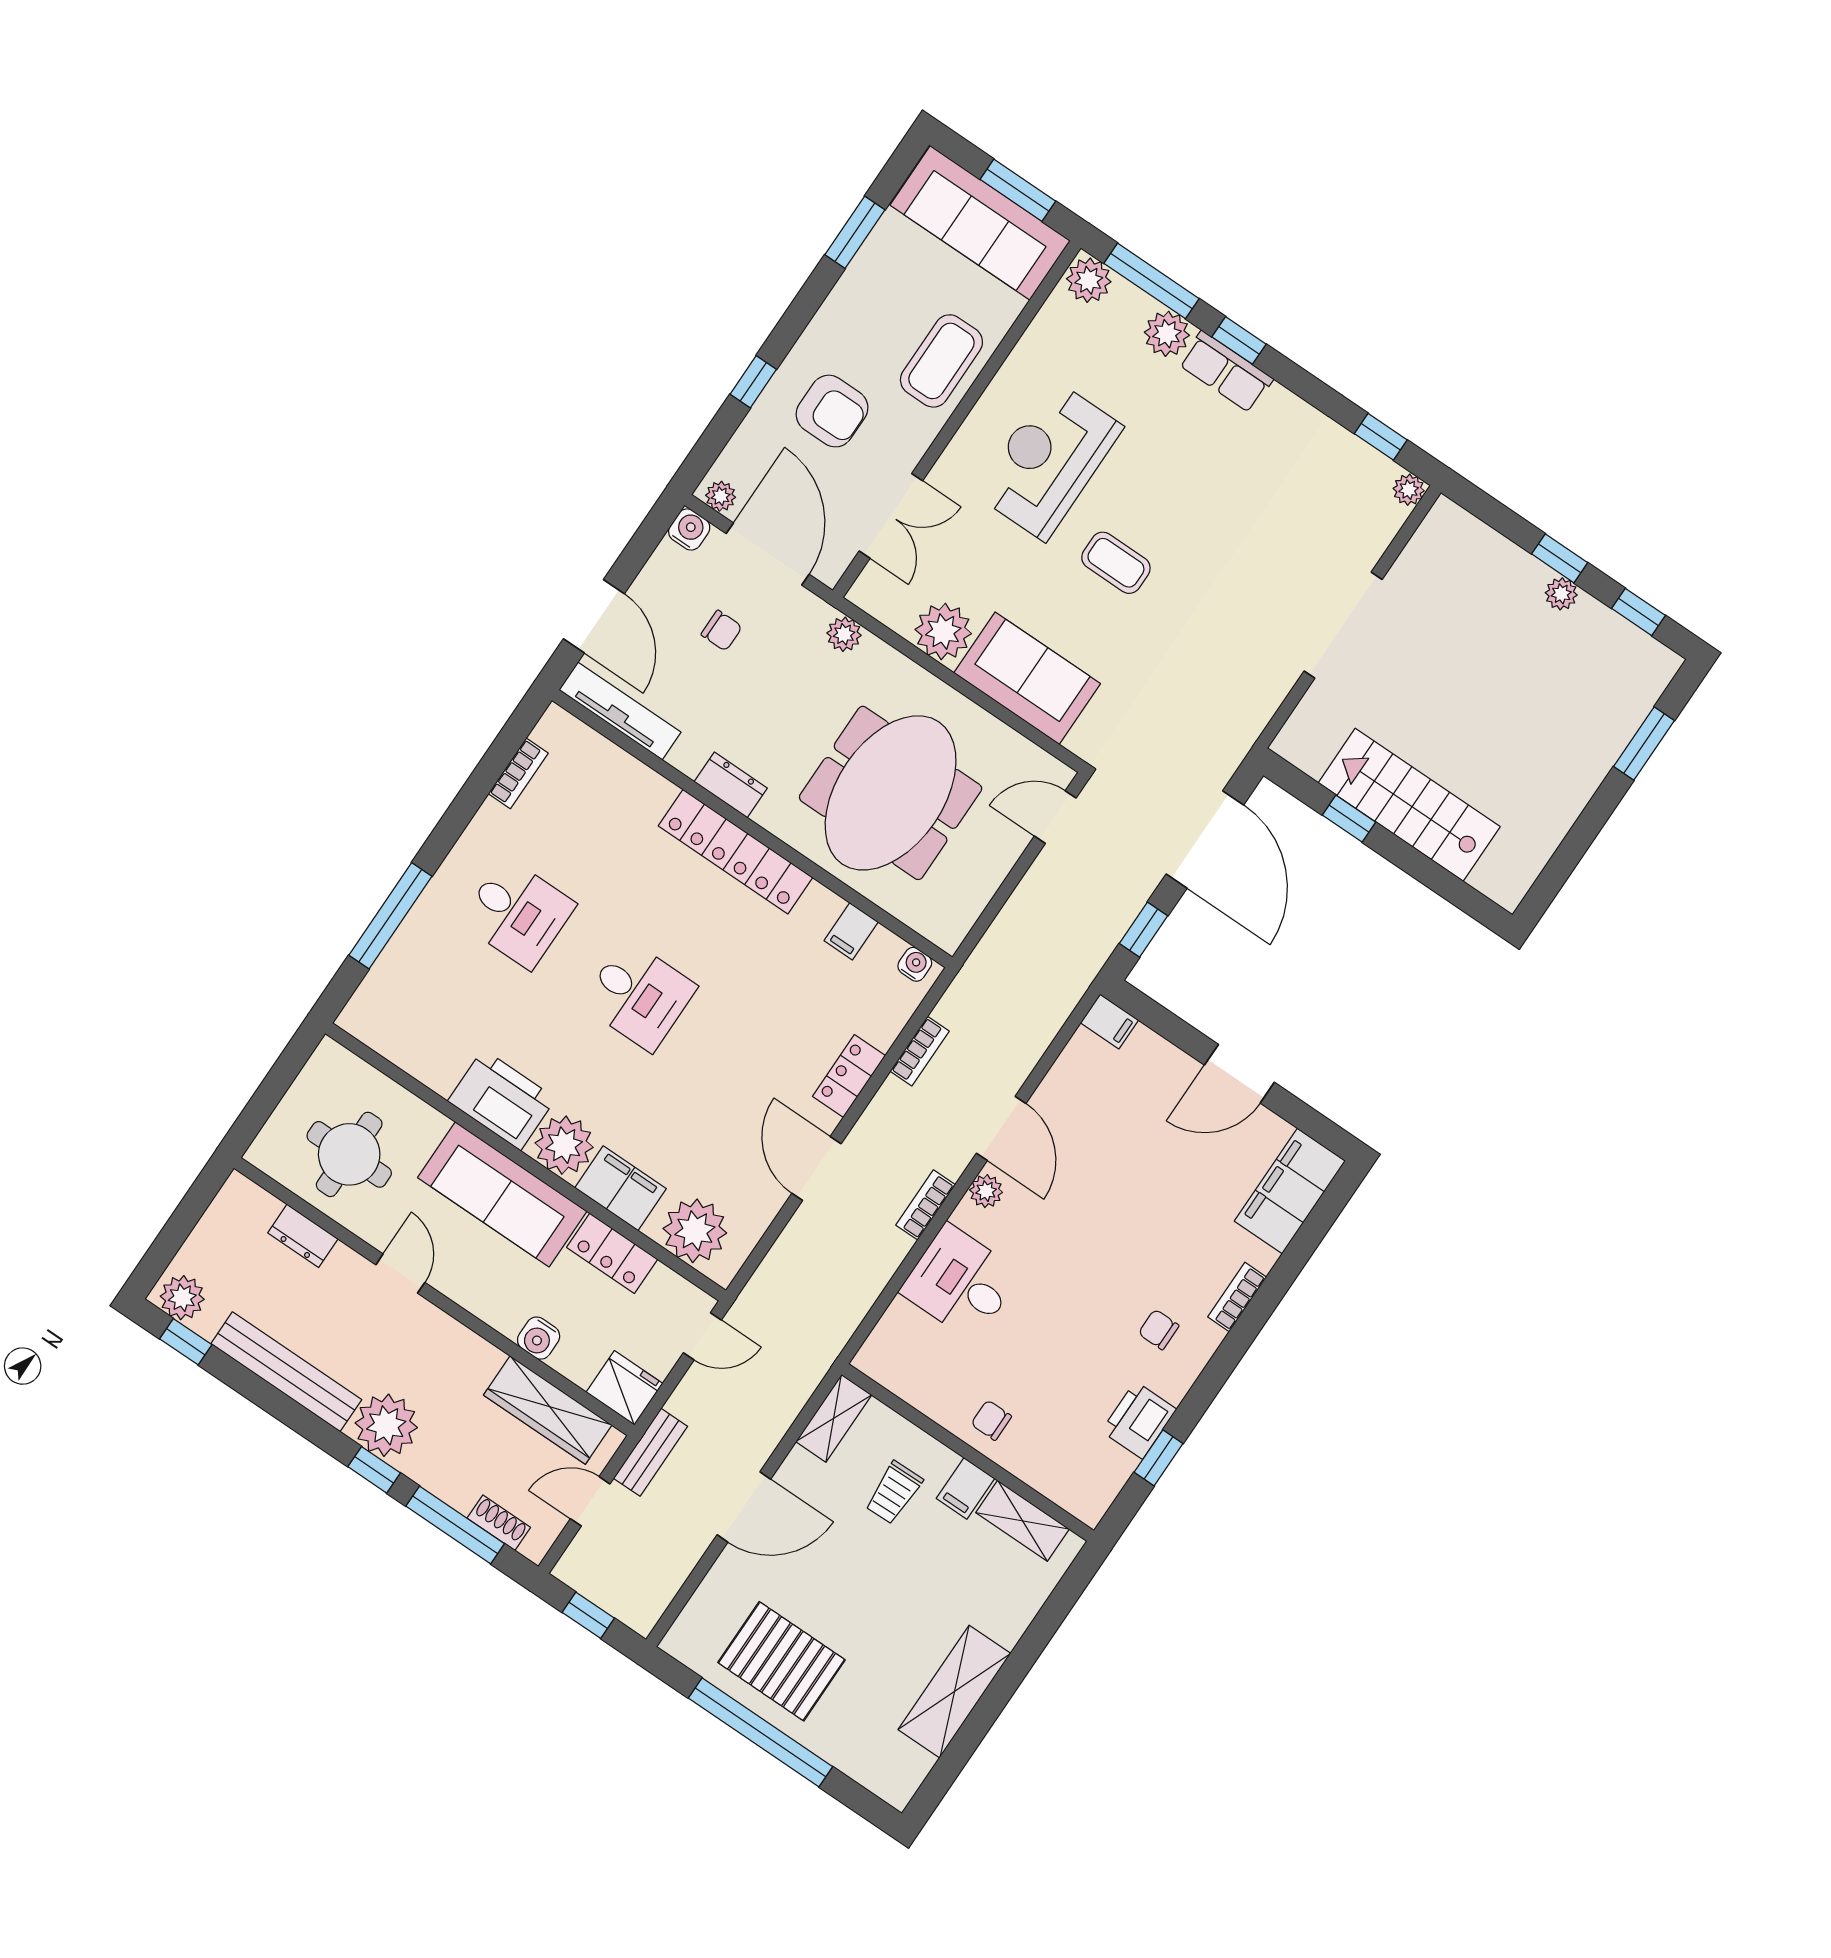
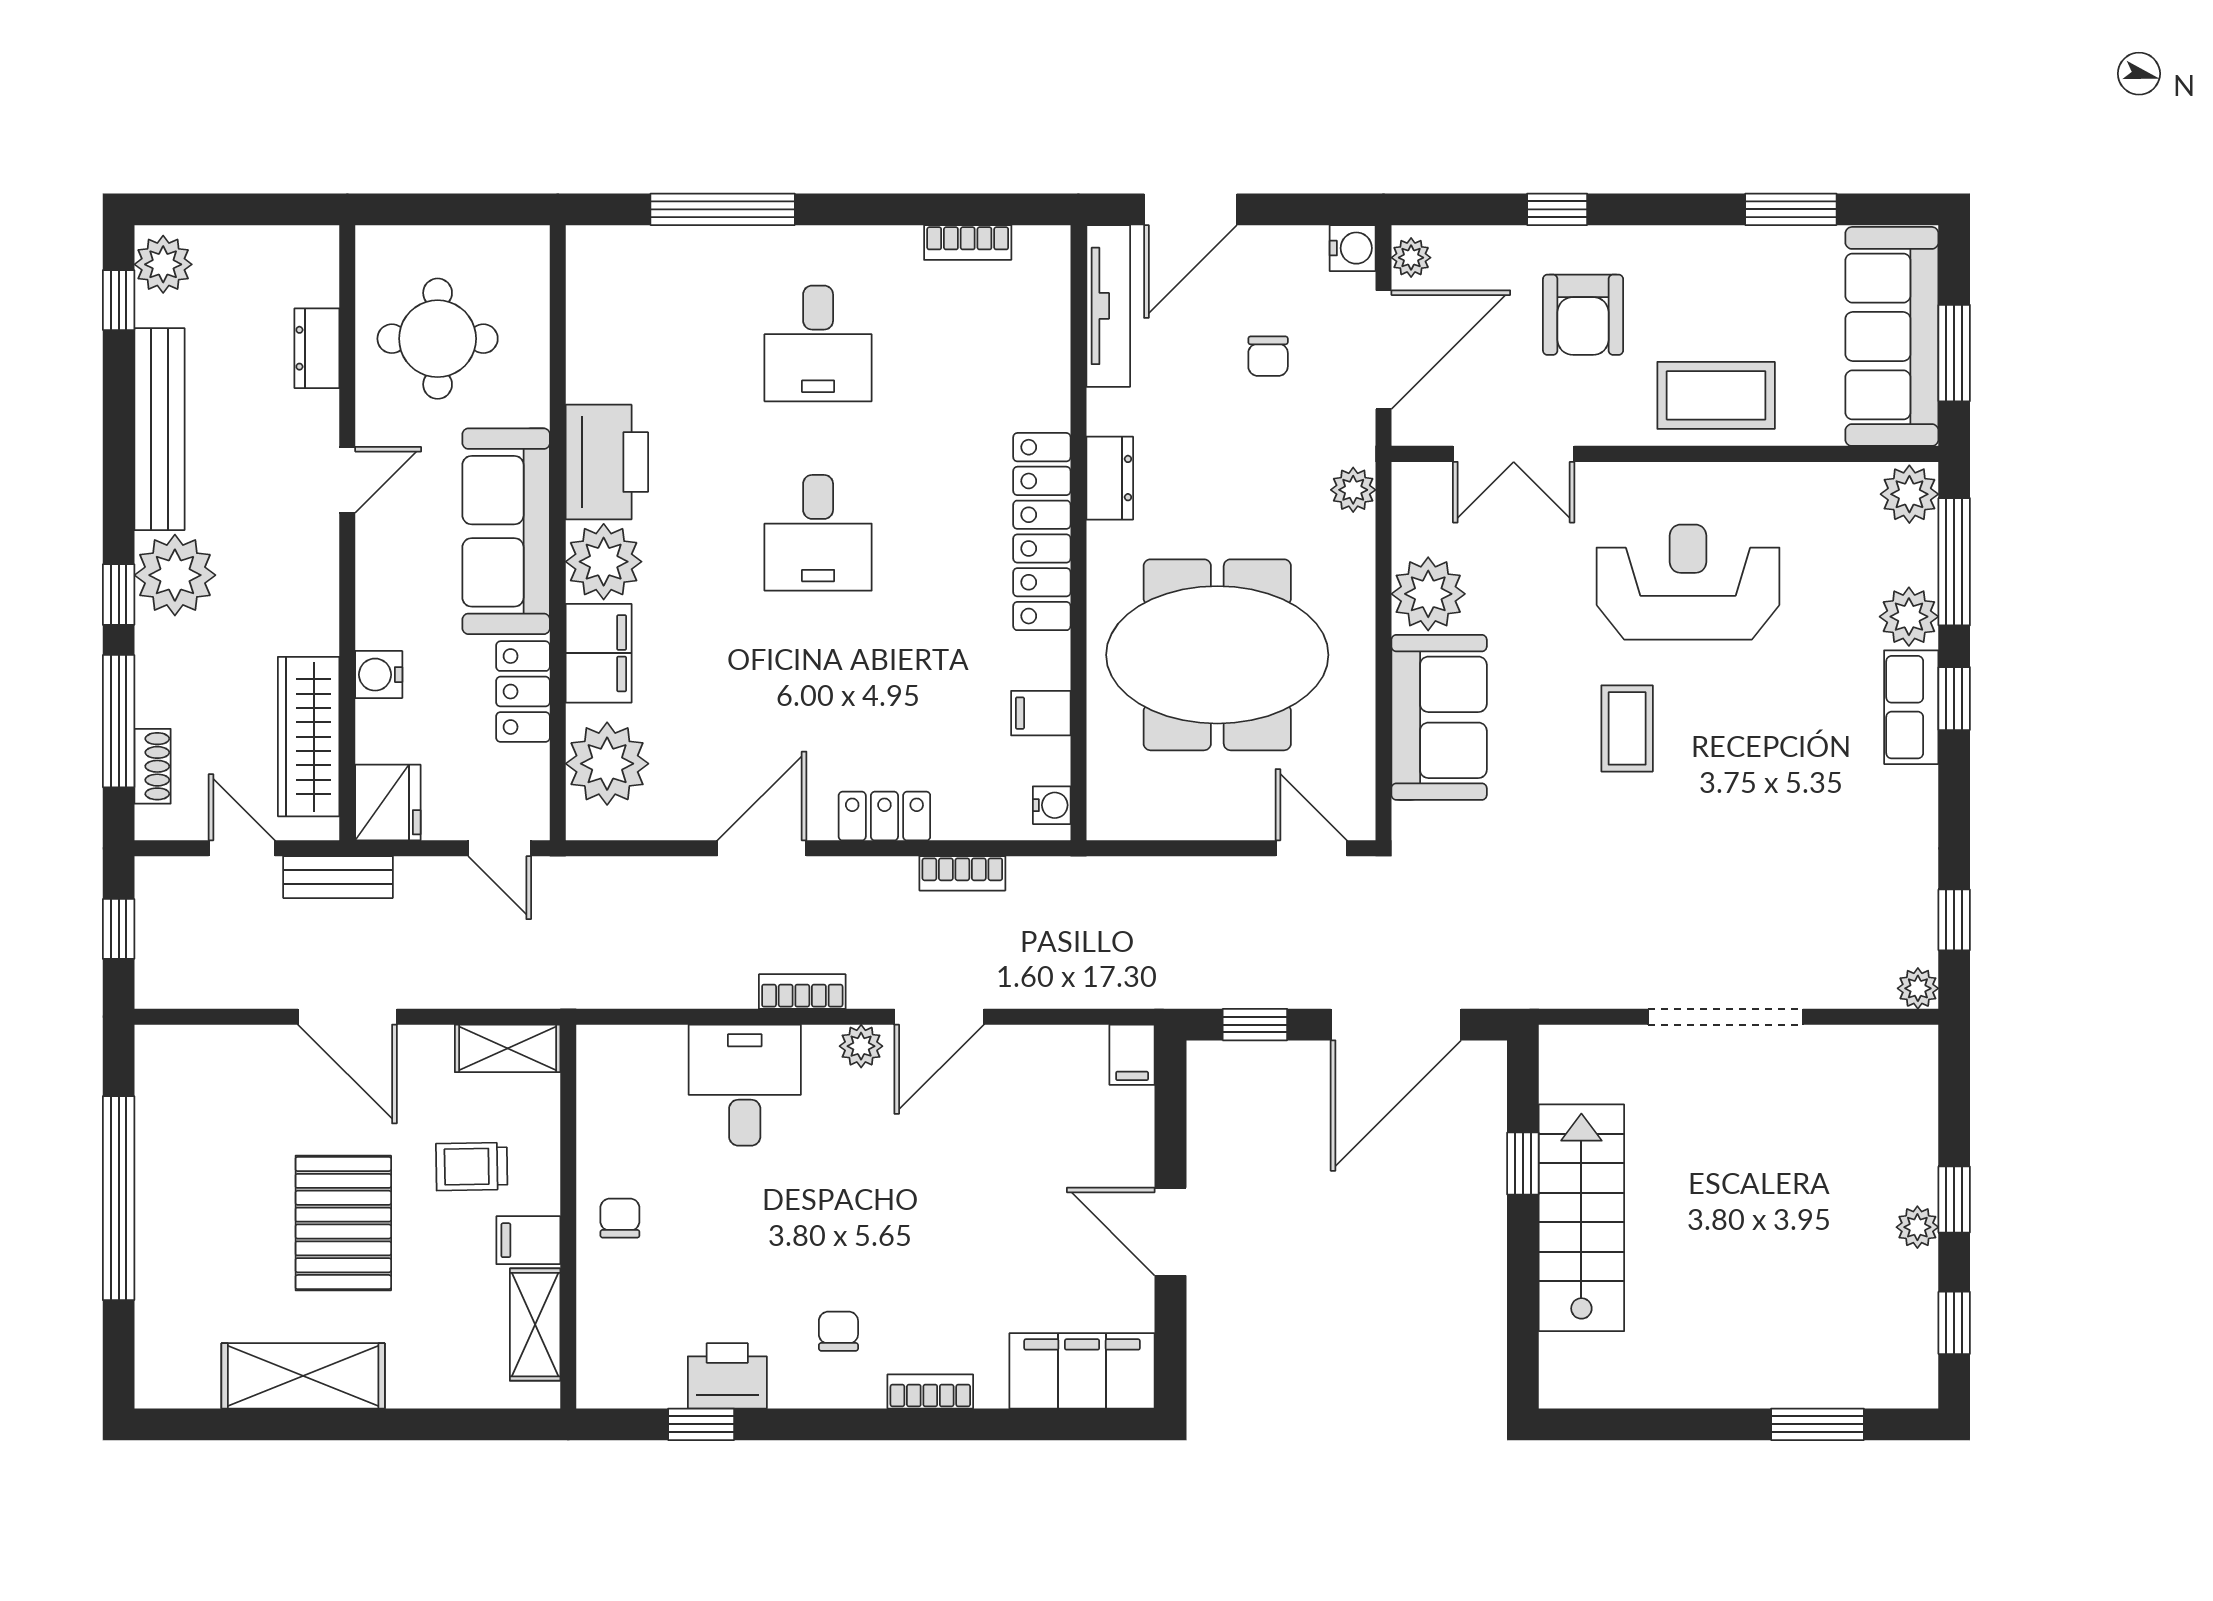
pallet: (782, 1661) -> (343, 1223), moved

